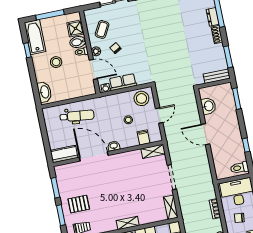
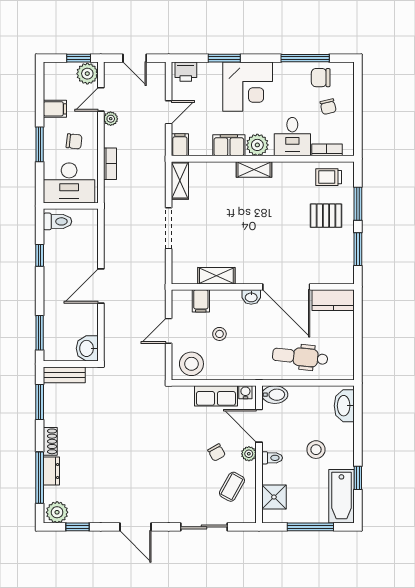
bidet: (78, 42) -> (275, 395), moved
washbasin: (208, 106) -> (87, 348), moved
door: (206, 134) -> (101, 286), swing flipped
shelving: (153, 151) -> (216, 276), moved

